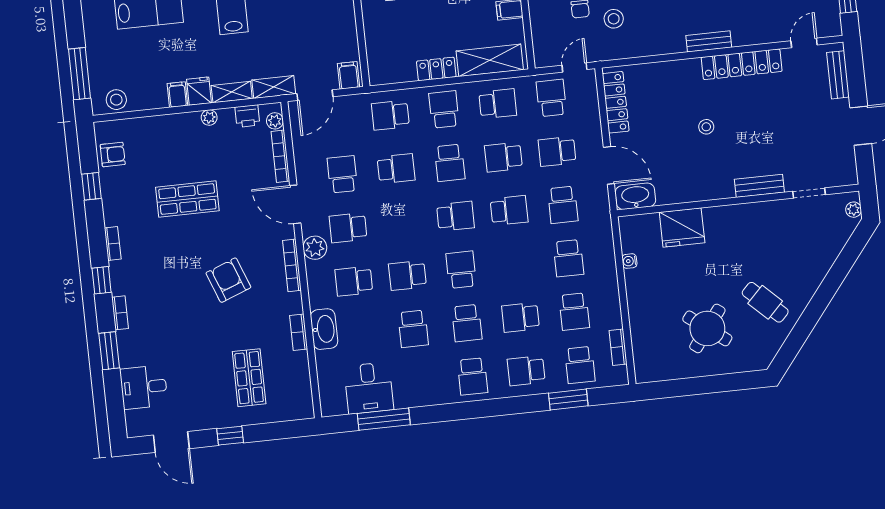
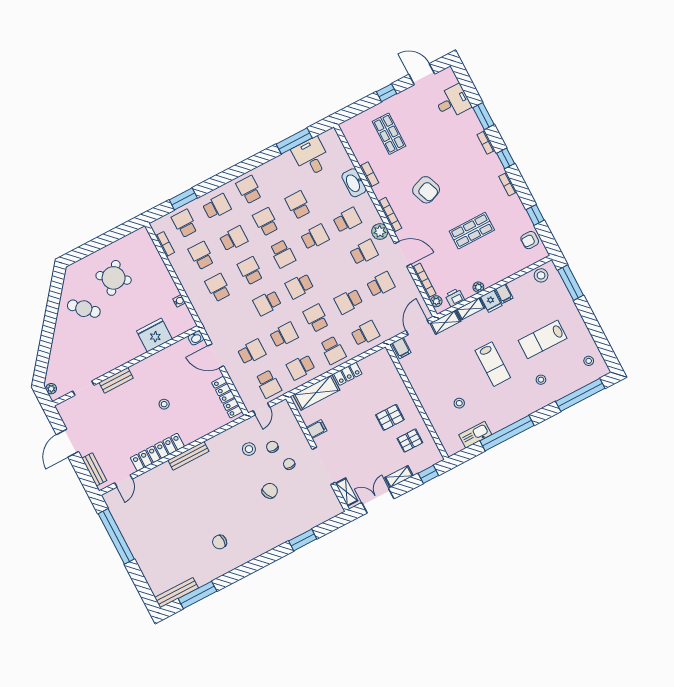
bench: (709, 41) -> (188, 456), width x1.36
school desk: (342, 174) -> (381, 284), turned -90
washbasin: (635, 196) -> (196, 338), width x0.52, depth x0.69
school desk: (563, 205) -> (250, 271), moved

